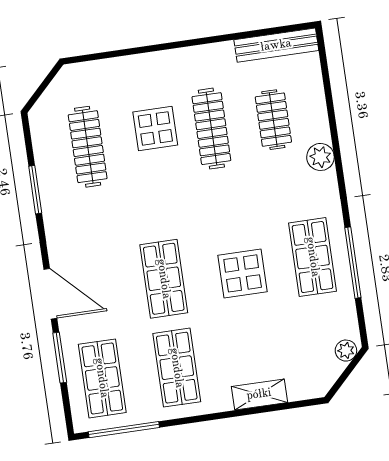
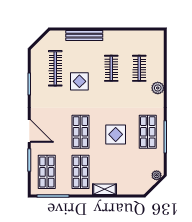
bench: (276, 45) -> (84, 36), moved
display table: (155, 128) -> (79, 81), moved
clothes rail: (211, 129) -> (111, 68), width x0.73
shelving: (259, 394) -> (105, 189), moved

